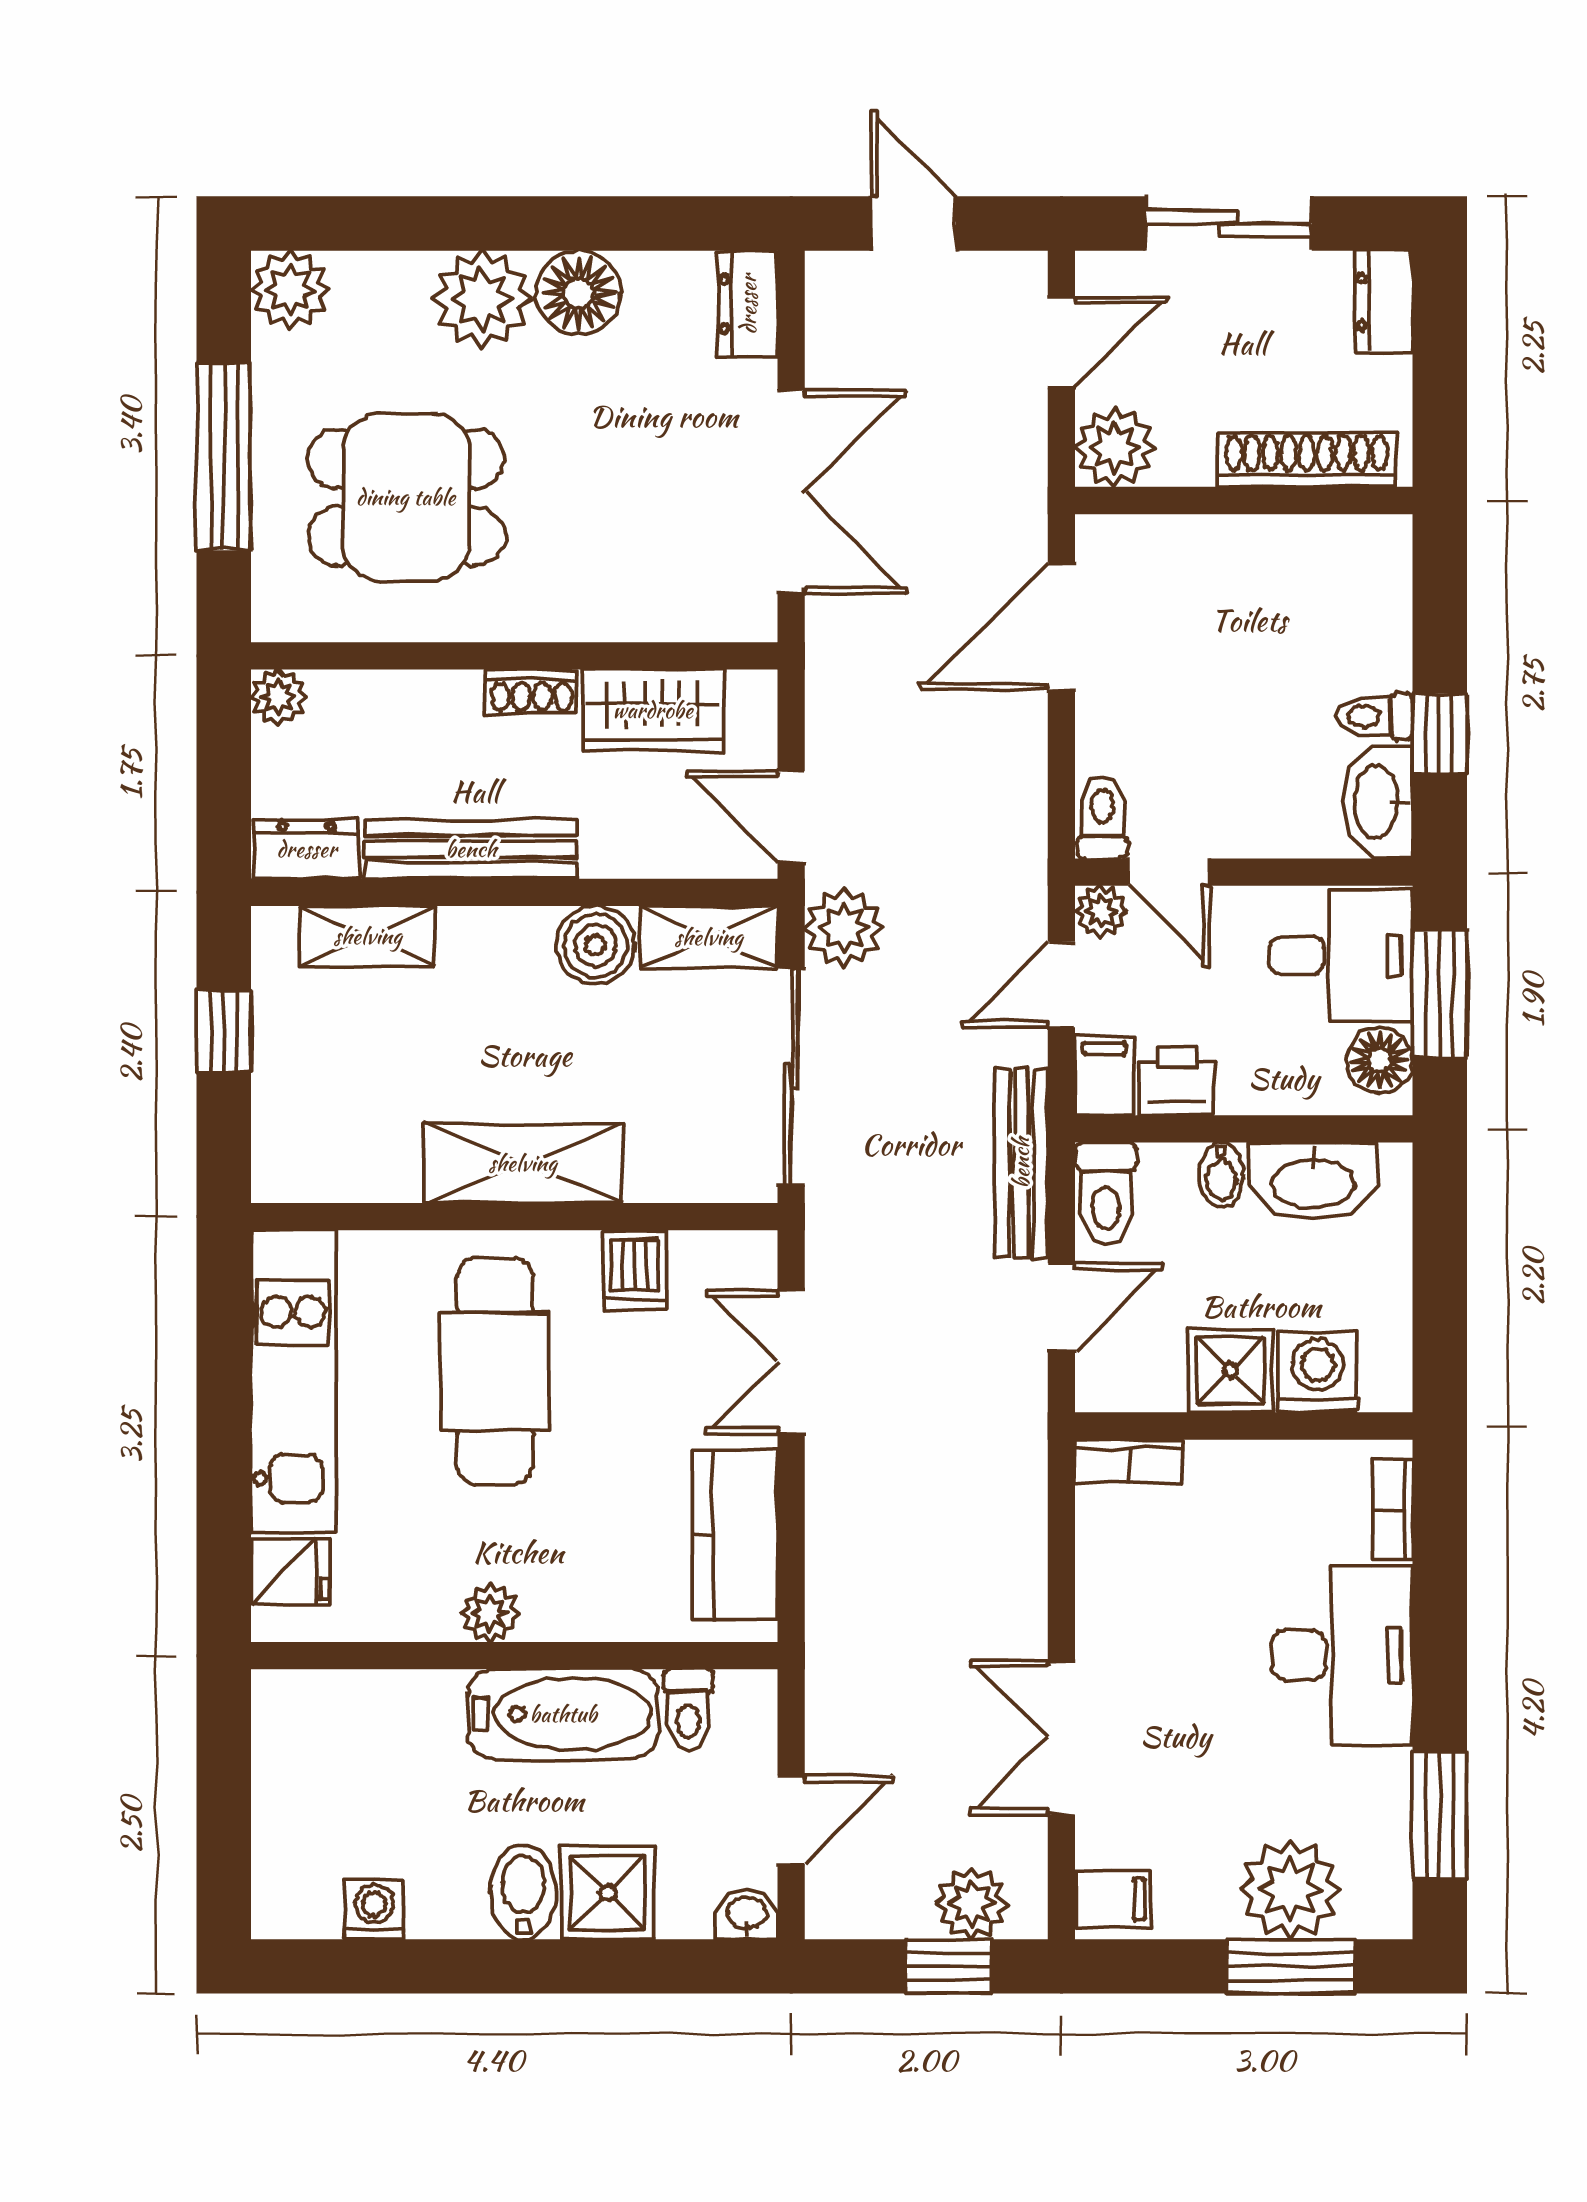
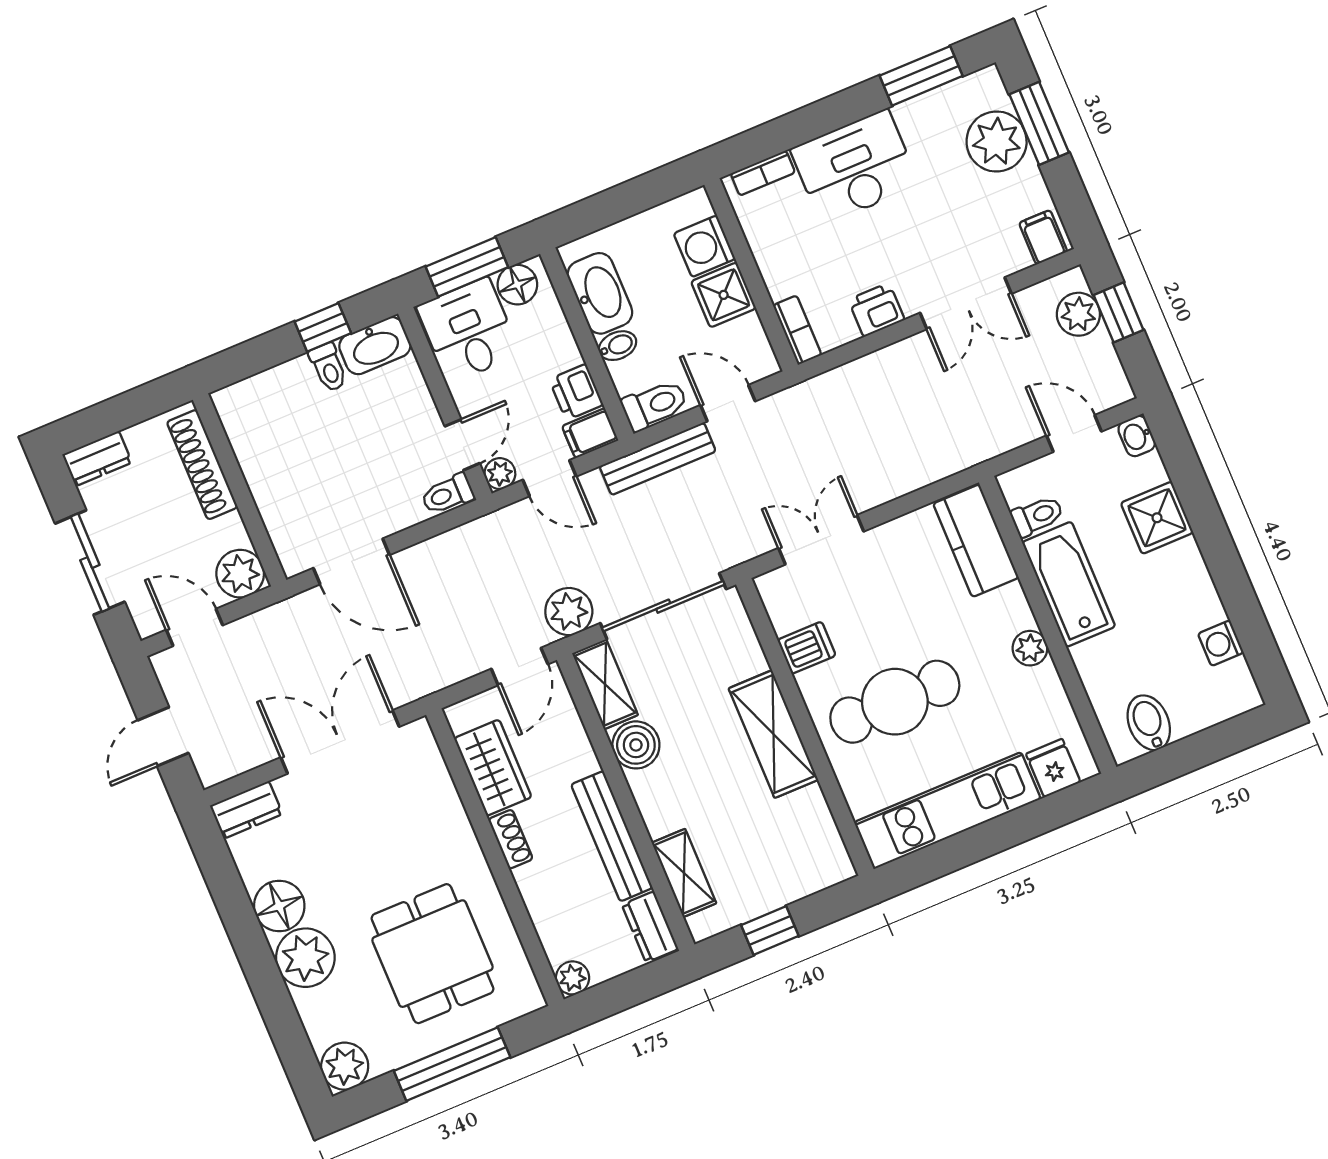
double door: (791, 1362) -> (821, 540), swing flipped
kitchen counter: (735, 1534) -> (976, 541), moved, turned 90
printer: (1109, 1596) -> (876, 310), added
bidet: (523, 1892) -> (1149, 723), moved, turned 90

